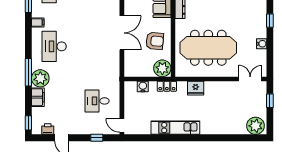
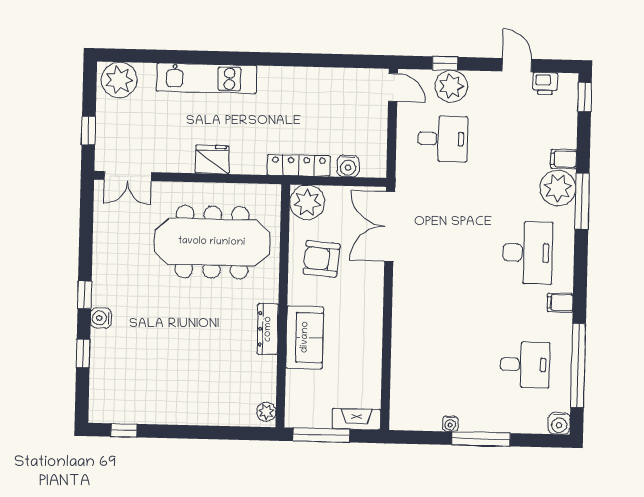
double door: (122, 33) -> (390, 226), moved
water cooler: (262, 44) -> (101, 318), moved
locker: (167, 86) -> (299, 165), width x1.53
fridge: (196, 88) -> (212, 159), moved
filing cabinet: (38, 97) -> (564, 159), width x0.50
plant: (93, 127) -> (451, 86), added
kitchen unit: (175, 128) -> (207, 78), moved

